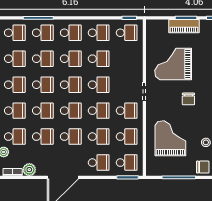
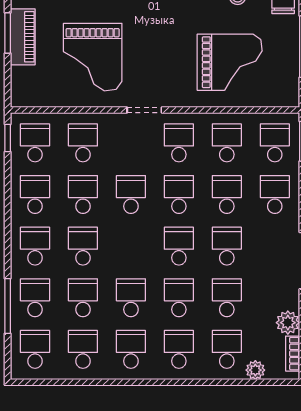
school desk: (71, 85) -> (83, 143), moved
chair: (188, 99) -> (157, 29), removed
grand piano: (170, 138) -> (230, 62), turned 180

